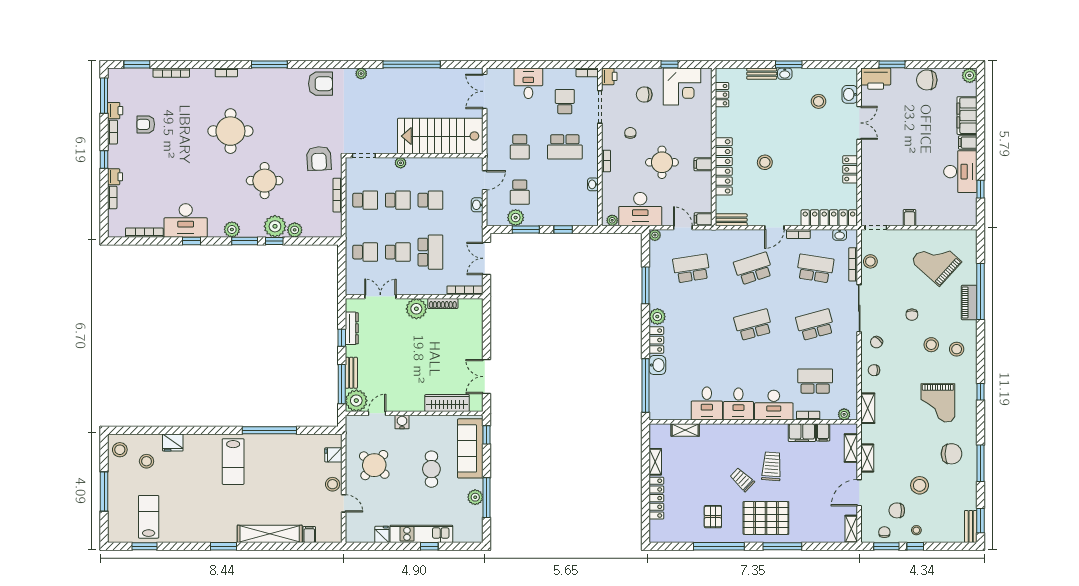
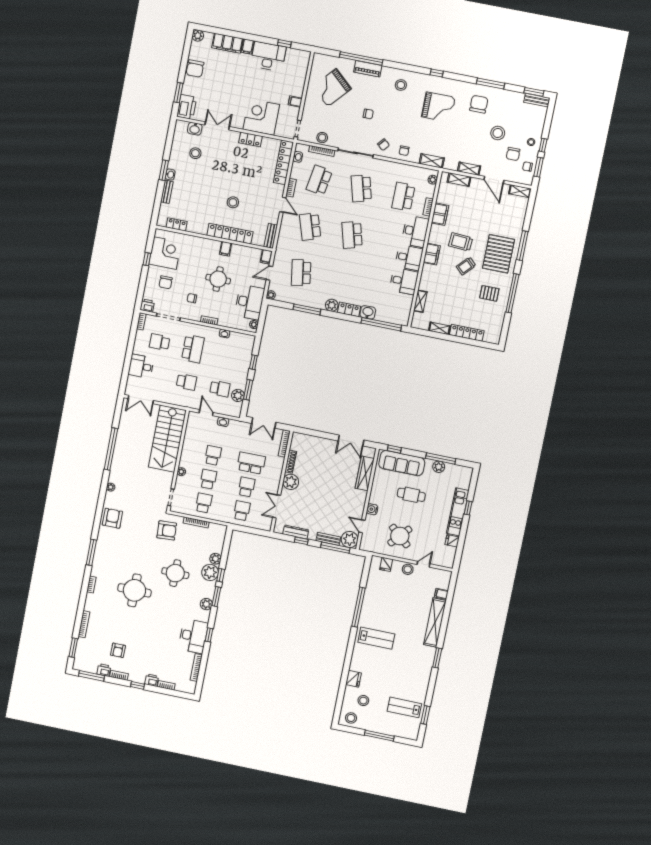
corner desk: (881, 178) -> (261, 117), added
stool: (931, 345) -> (394, 104), removed
filing cabinet: (823, 432) -> (432, 254), moved, width x2.00

